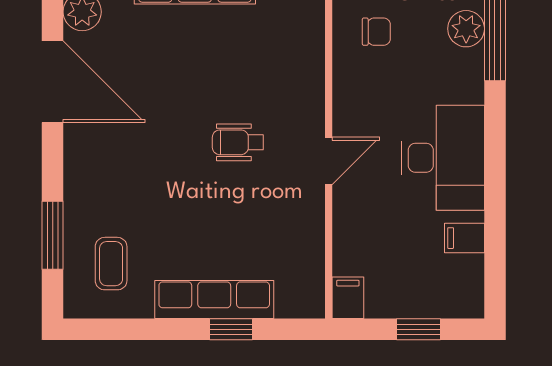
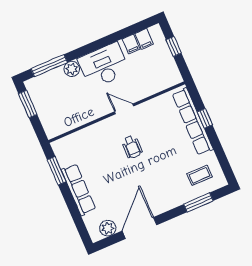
plant: (466, 29) -> (72, 69), moved
chair: (376, 32) -> (67, 112), removed
filing cabinet: (348, 298) -> (144, 39), moved, turned -90
row of seats: (214, 299) -> (193, 121), width x1.36

